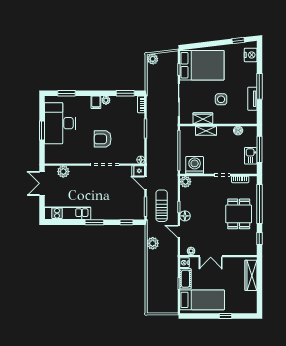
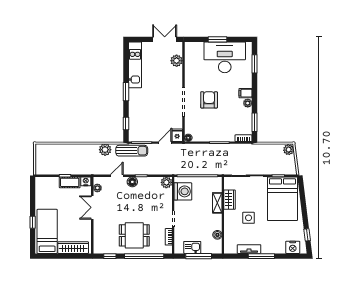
sun lounger: (162, 206) -> (132, 151), moved
bed: (202, 300) -> (47, 231), moved, turned 180

